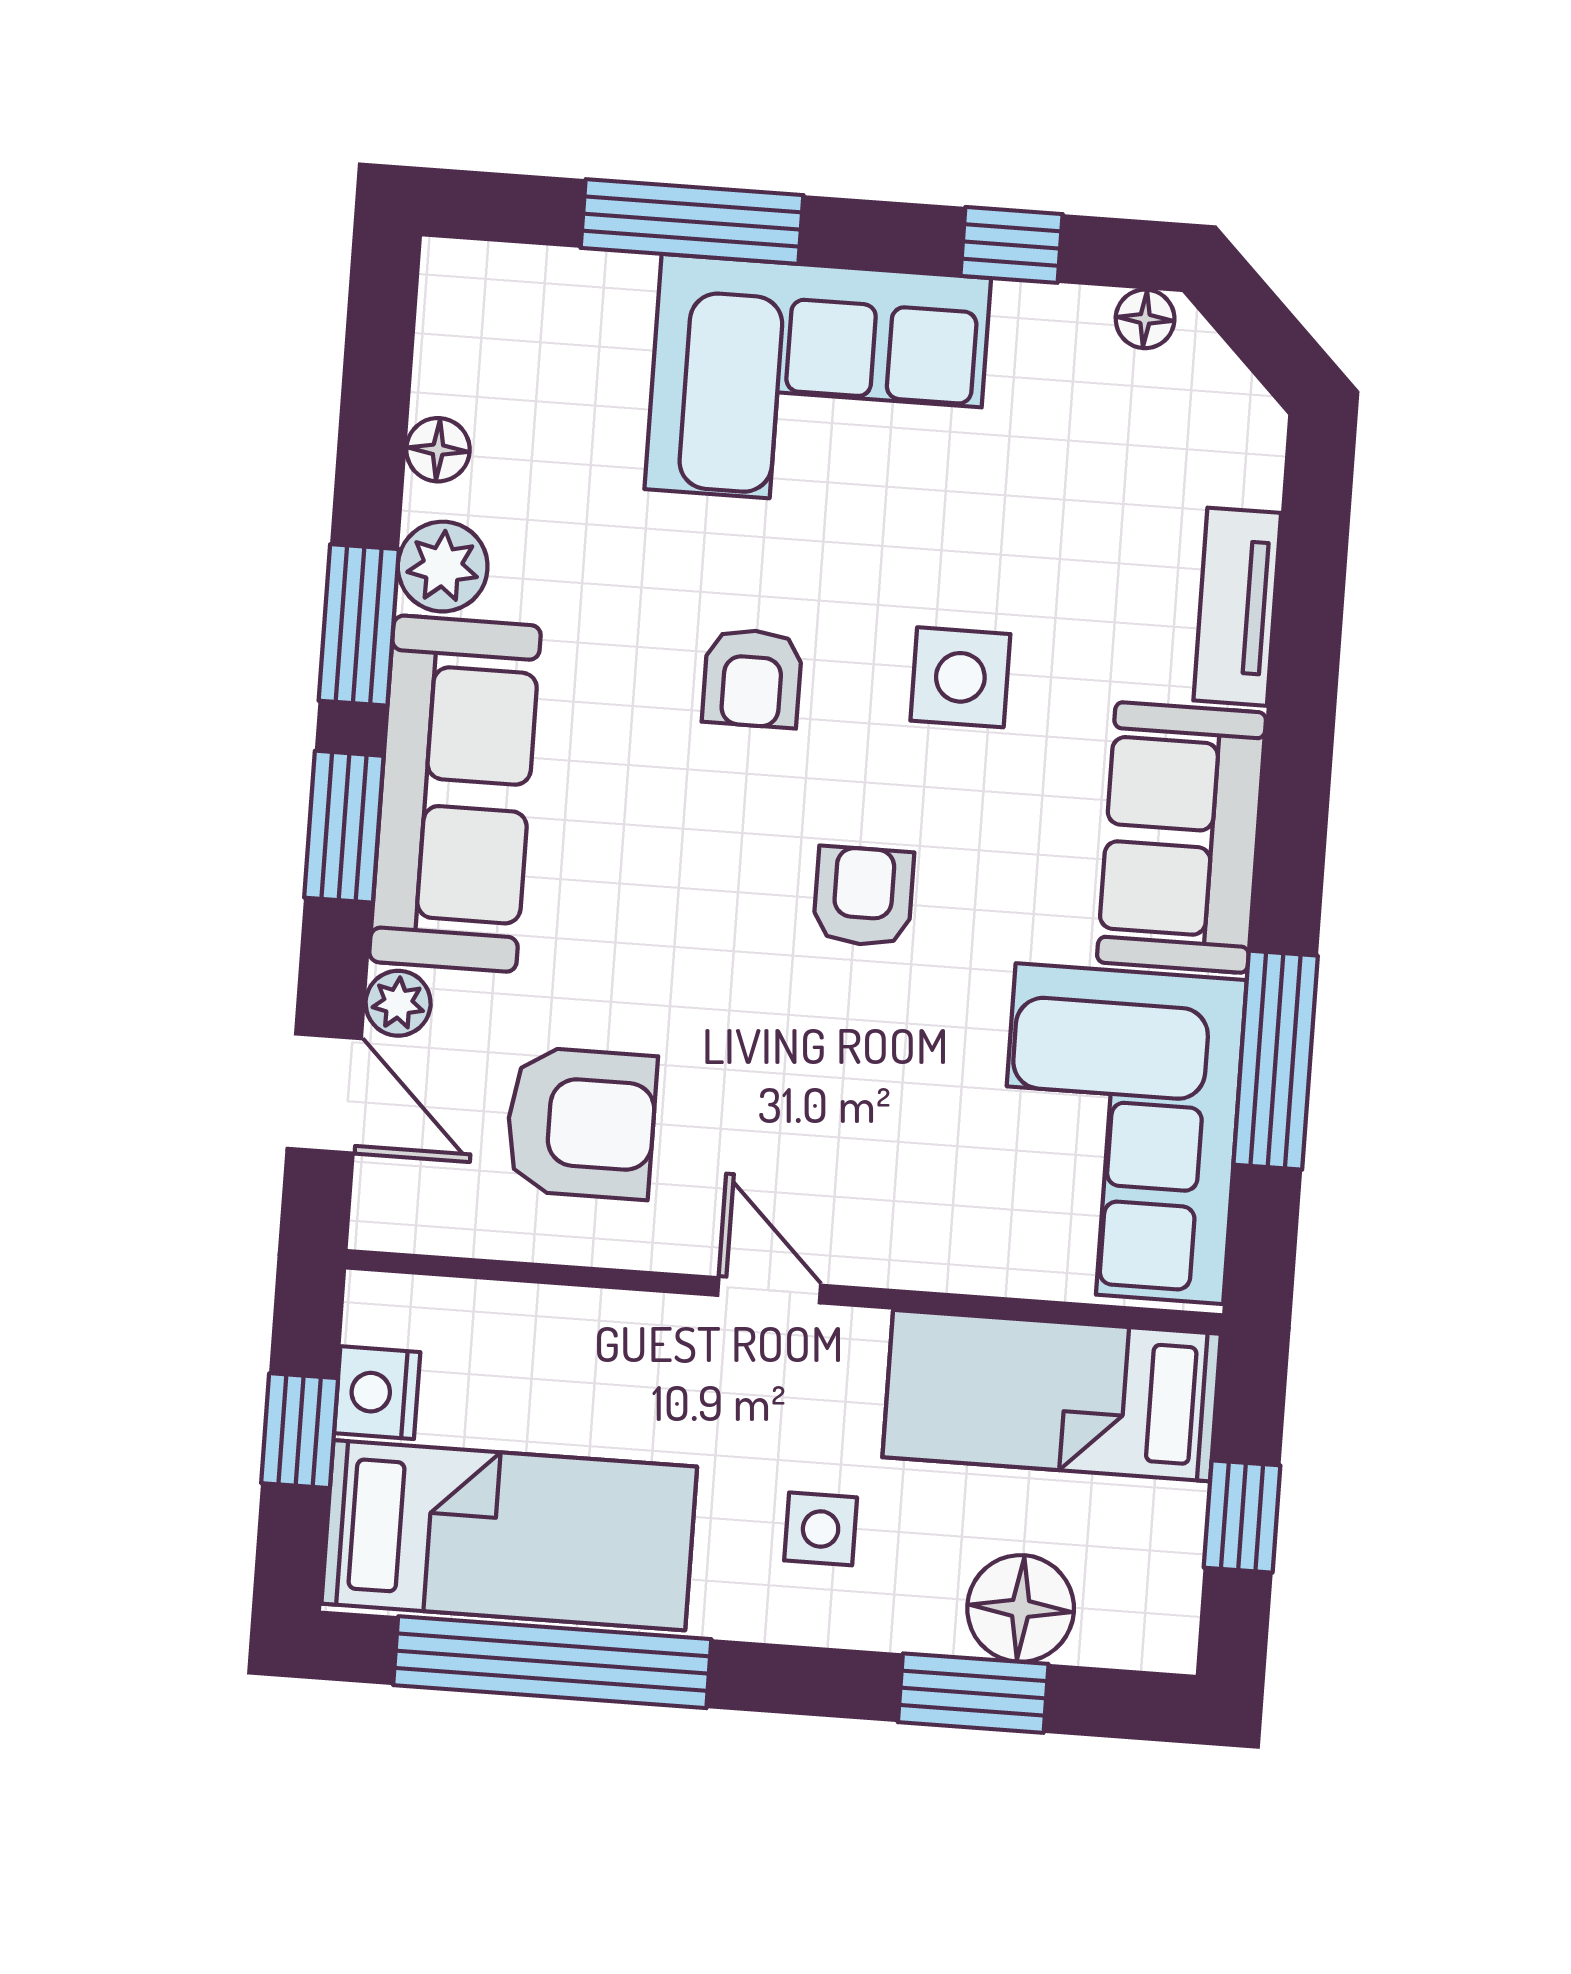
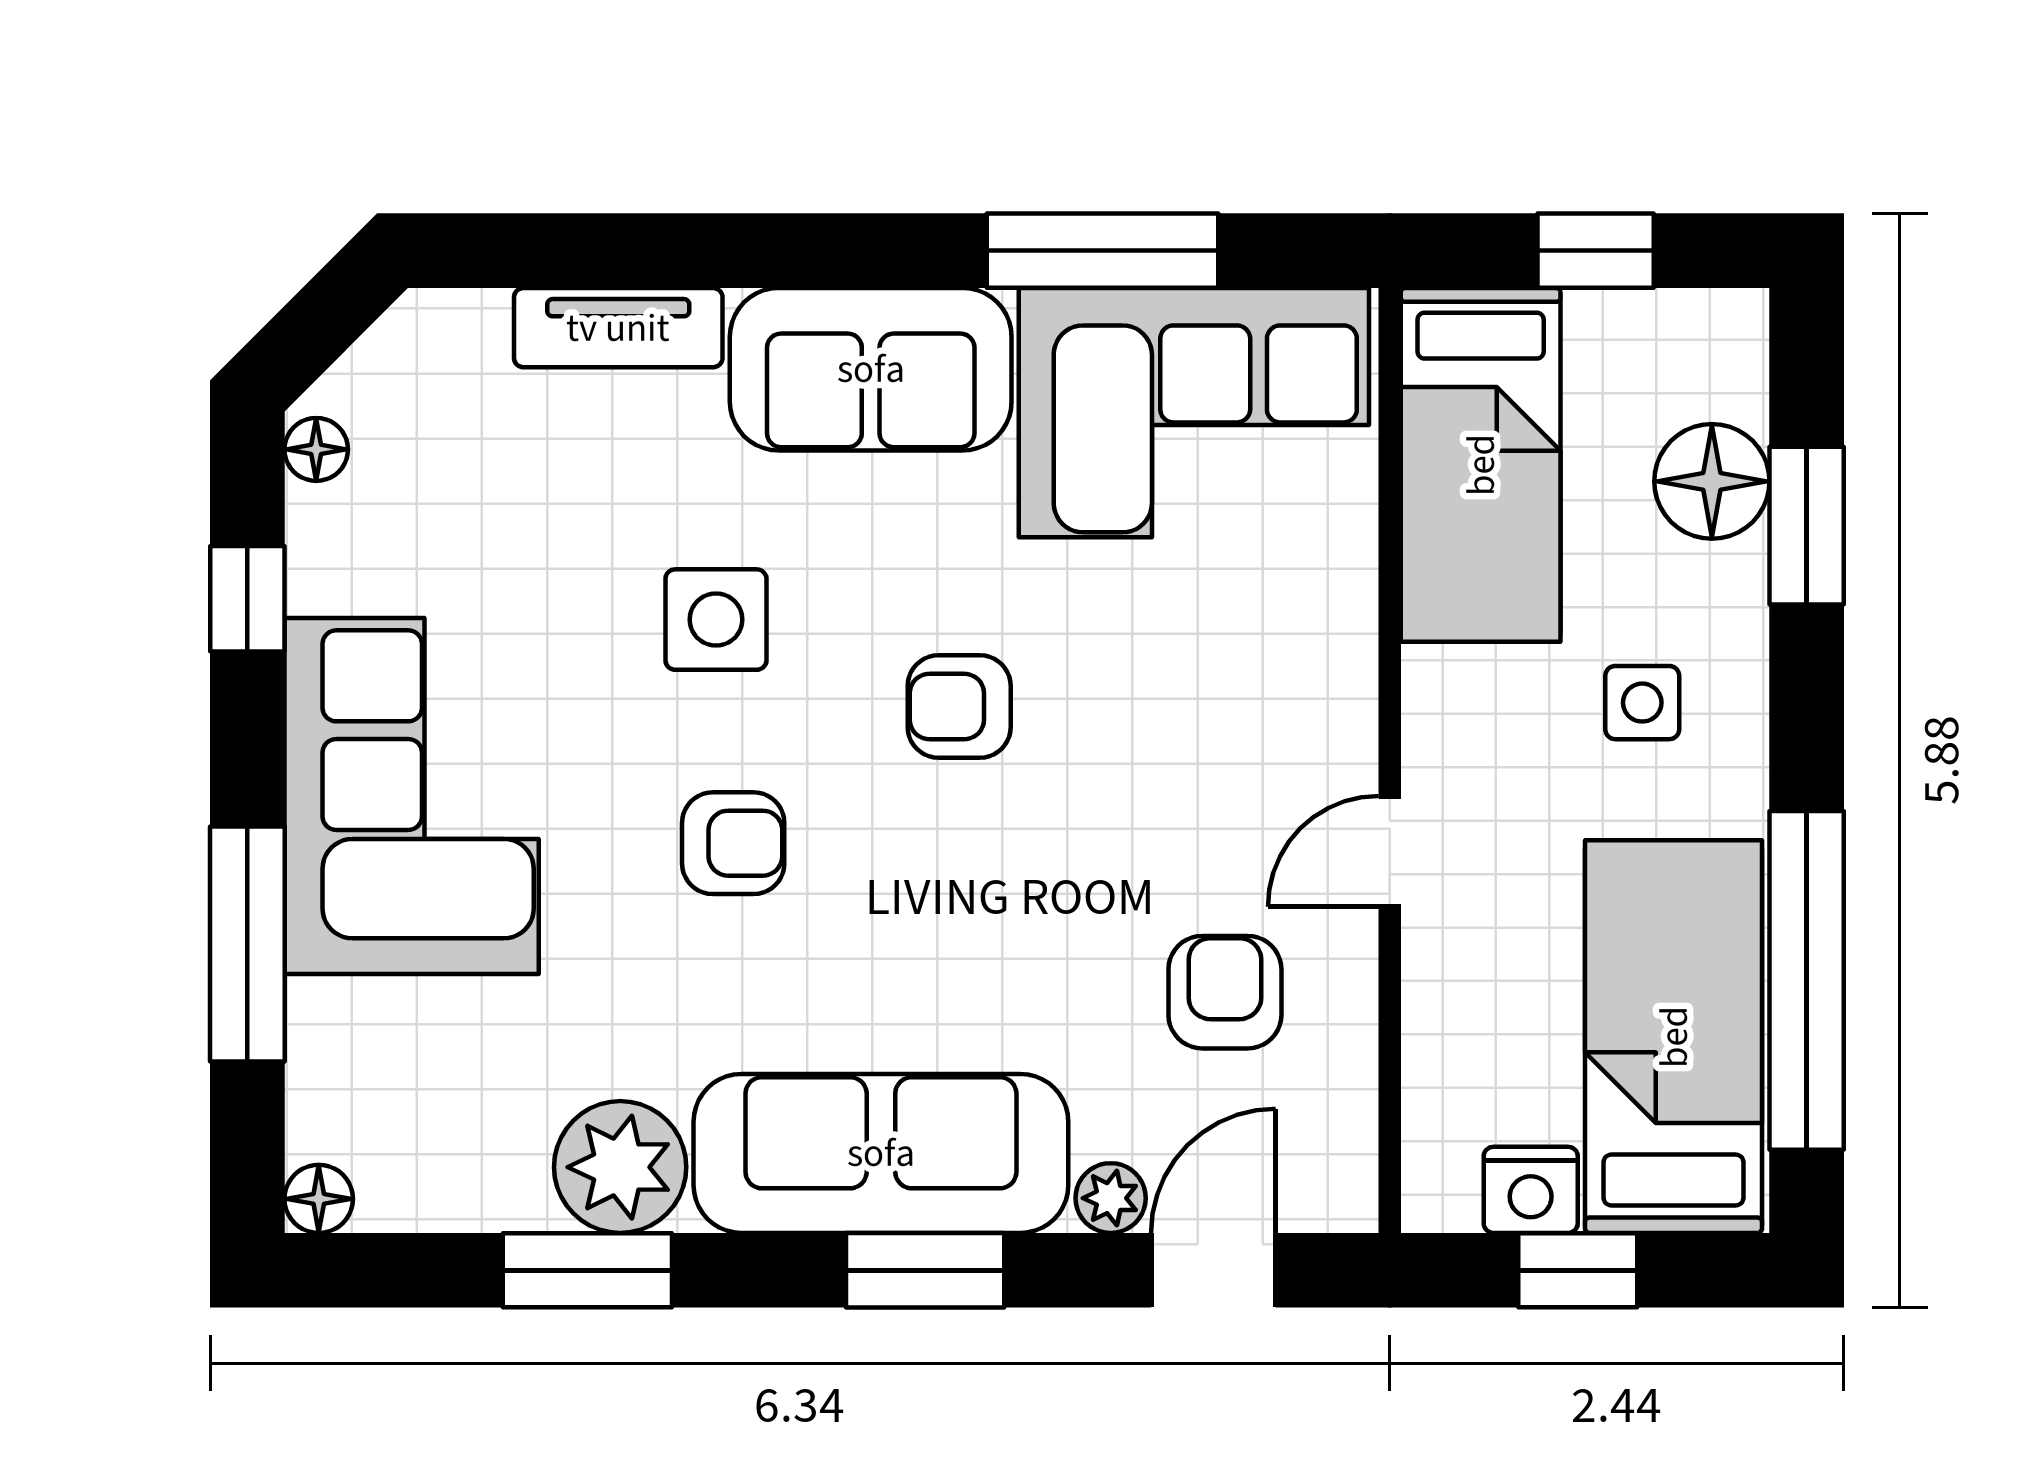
floor lamp: (438, 450) -> (319, 1199), moved
plant: (443, 567) -> (620, 1167), width x1.36, depth x1.36
window: (359, 625) -> (587, 1270), moved
armchair: (581, 1123) -> (1225, 992), width x0.72, depth x0.72
door: (769, 1290) -> (1390, 851), moved

